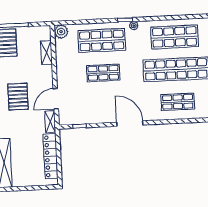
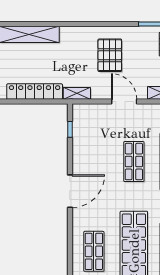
pallet: (18, 97) -> (110, 55), turned 90
door: (56, 99) -> (124, 102), moved

